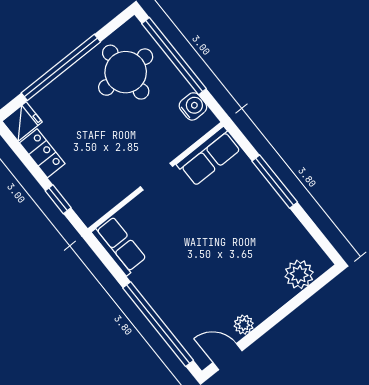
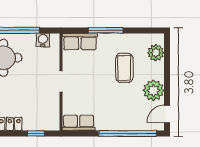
row of seats: (209, 157) -> (80, 42), moved, turned 90
coffee table: (244, 248) -> (124, 68), added
plant: (244, 325) -> (153, 90), width x1.88, depth x1.88

